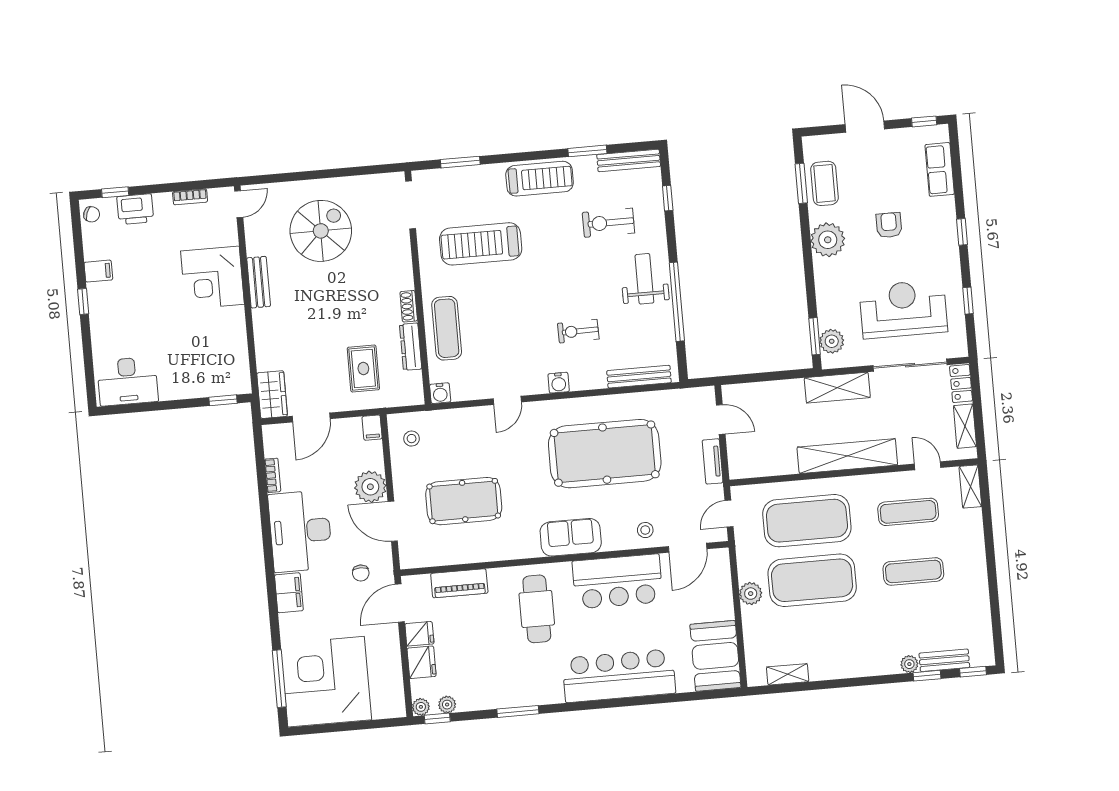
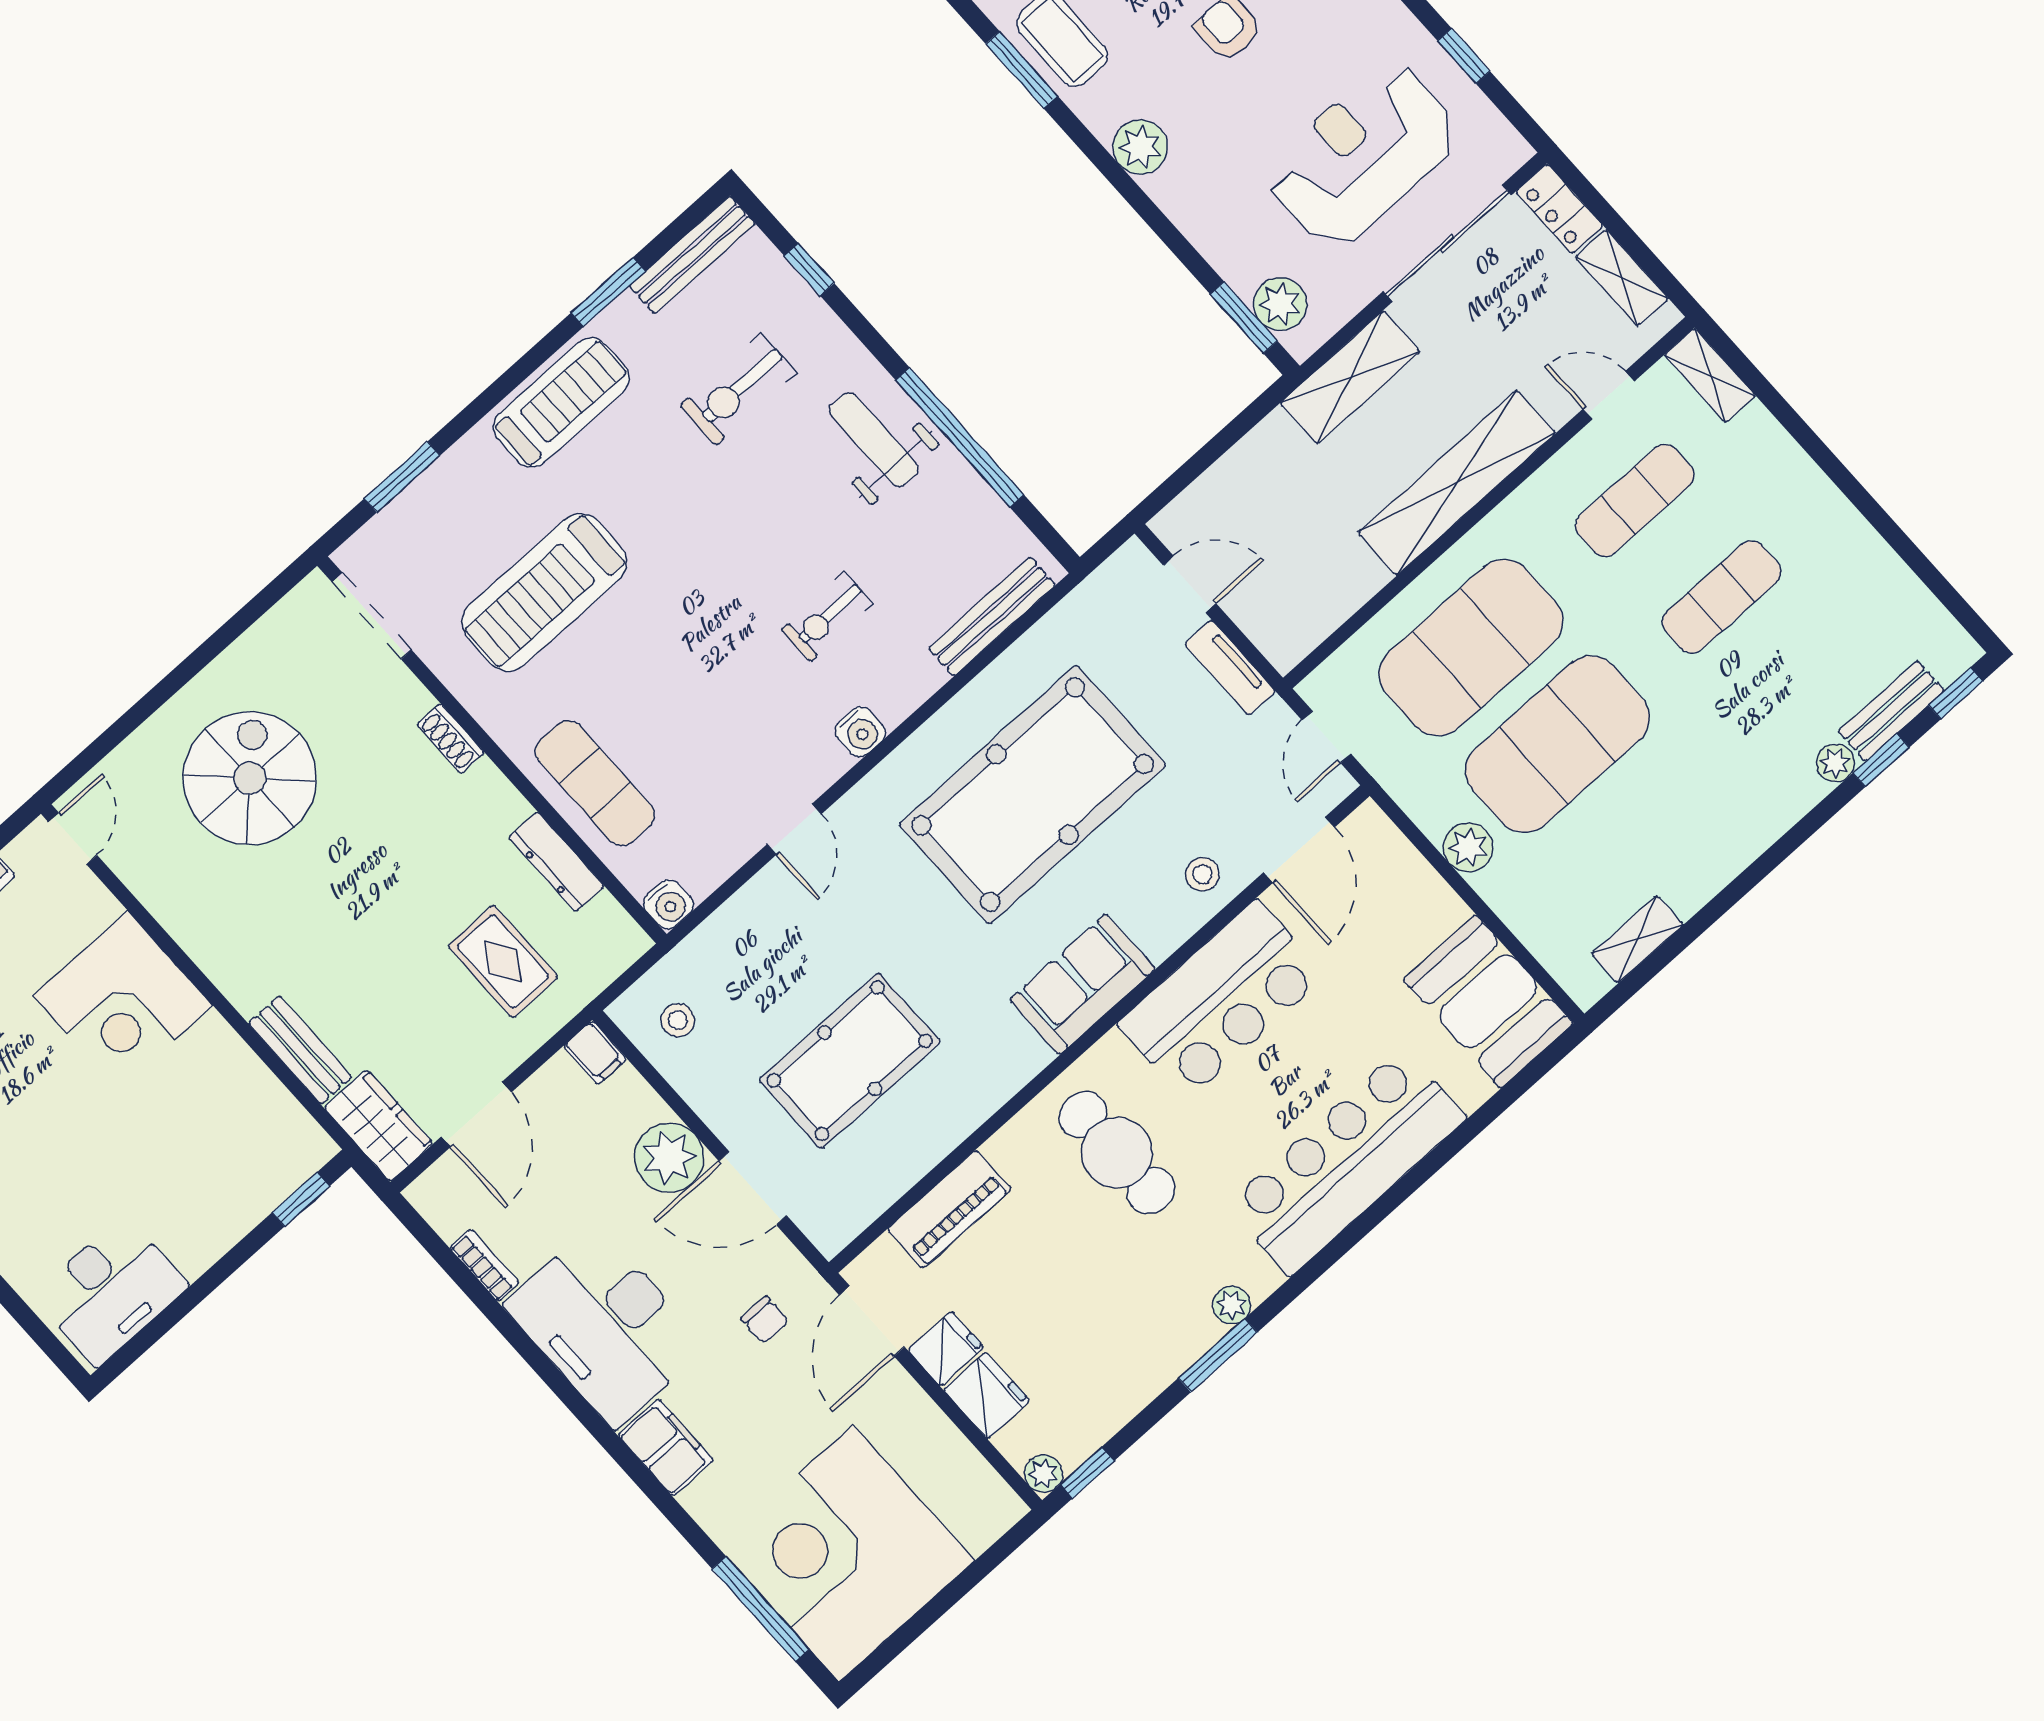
plant: (828, 240) -> (1140, 147), width x0.73, depth x0.73
bench: (259, 282) -> (300, 1050), moved
shoe rack: (409, 306) -> (450, 739), moved
plant: (447, 705) -> (1232, 1305), moved

